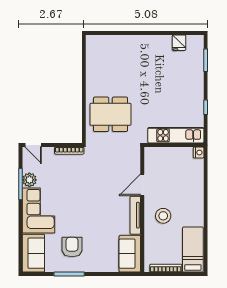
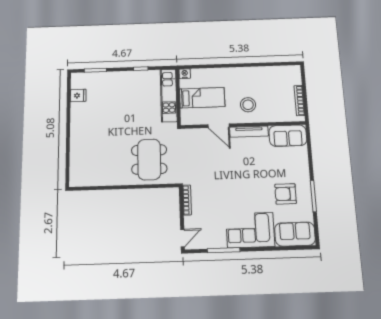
plant: (29, 180) -> (219, 241), removed
bed: (193, 250) -> (202, 98), moved, turned 180

